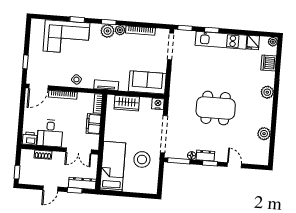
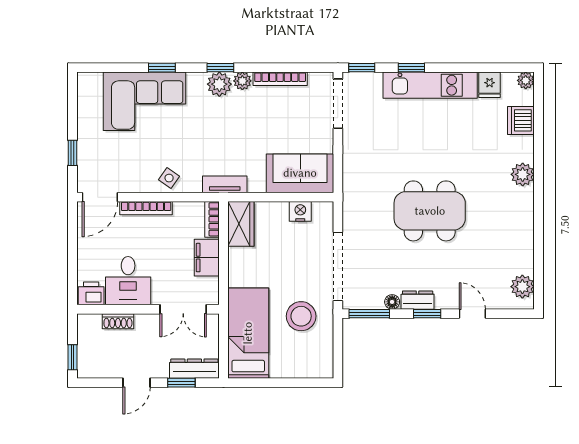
wardrobe: (127, 103) -> (241, 224), moved, turned -90
nightstand: (158, 104) -> (300, 211), moved
plant: (264, 134) -> (522, 287), moved

